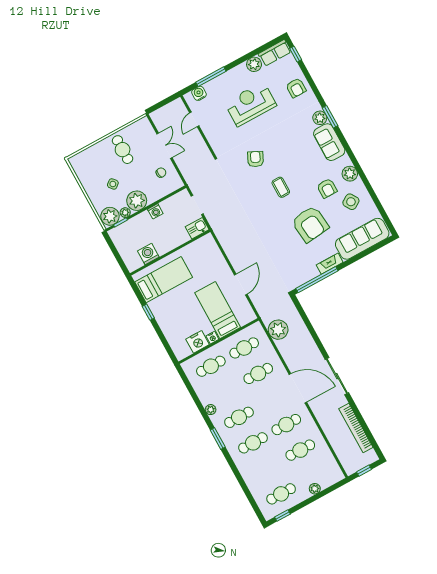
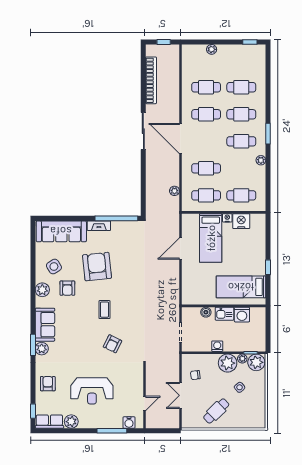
cafe table: (123, 150) -> (216, 411), turned 46
armchair: (327, 188) -> (67, 288), turned 180
kitchen sink: (197, 228) -> (224, 314), moved
boiler: (184, 237) -> (206, 312), added
plant: (278, 330) -> (174, 191), width x0.53, depth x0.53
cafe table: (281, 494) -> (241, 87), moved

